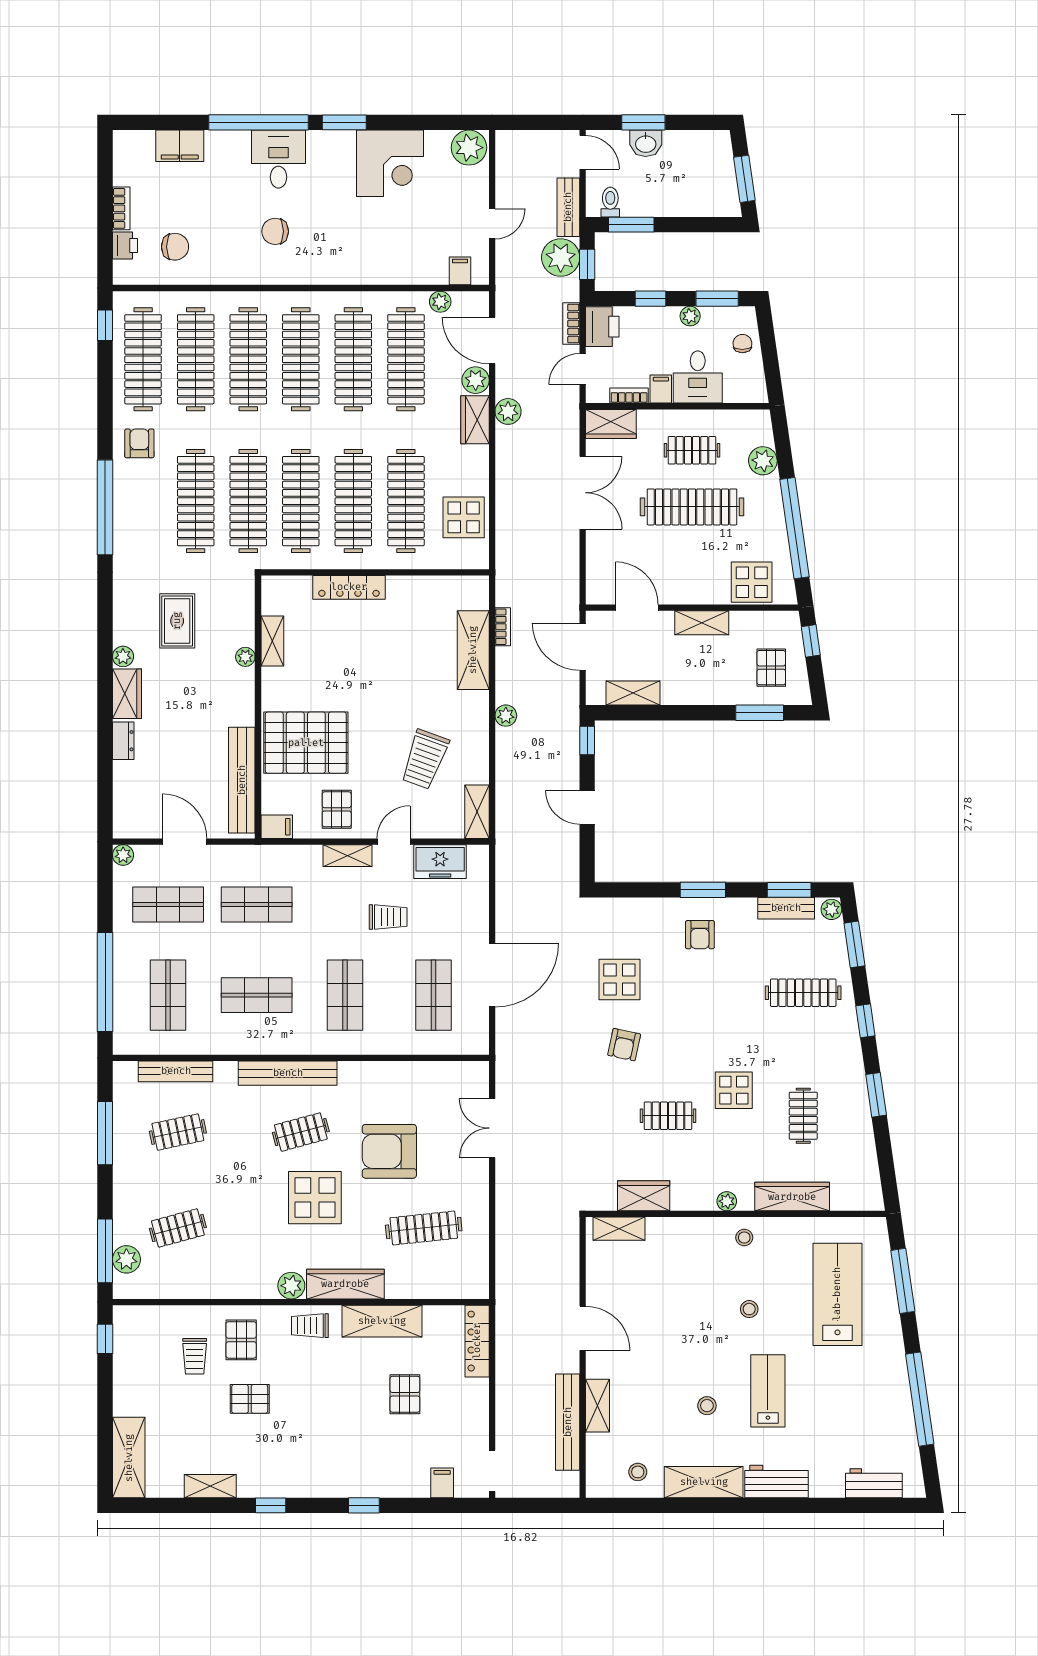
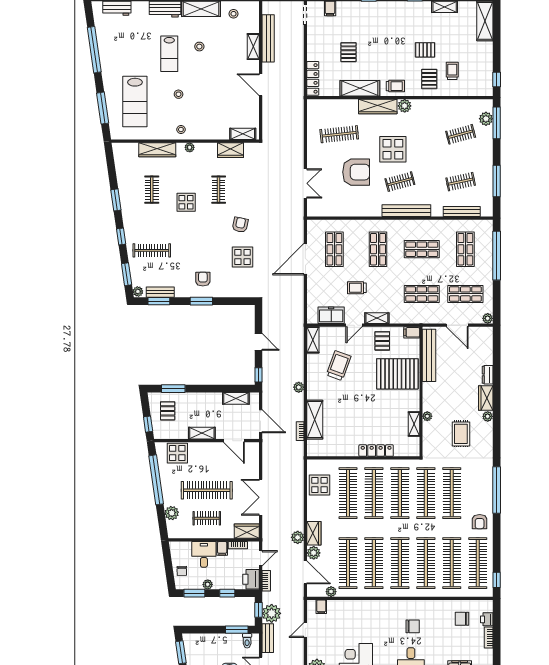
clothes rail: (668, 1116) -> (219, 190), turned 90

